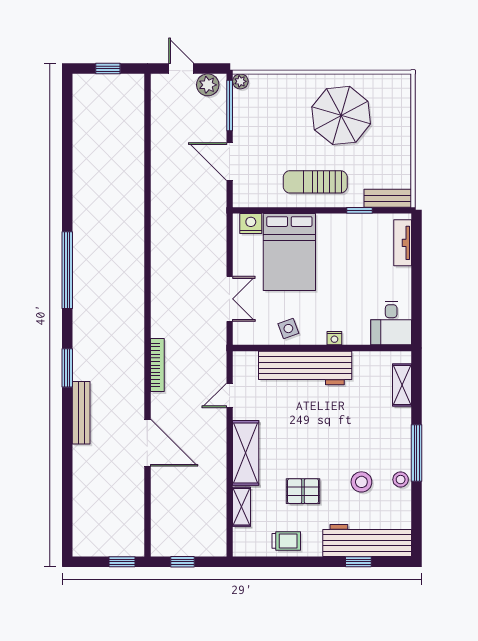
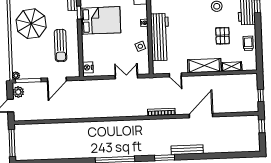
window: (108, 69) -> (12, 143), width x2.17
sun lounger: (315, 182) -> (61, 45), moved
bed: (289, 252) -> (100, 20), moved

